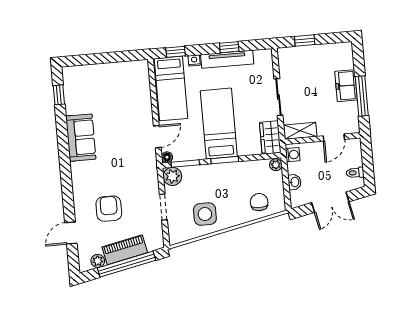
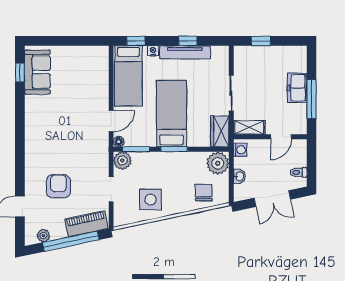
sofa: (81, 138) -> (37, 72), moved
plant: (276, 165) -> (218, 163), width x1.88, depth x1.88
piano: (125, 250) -> (86, 224), moved

